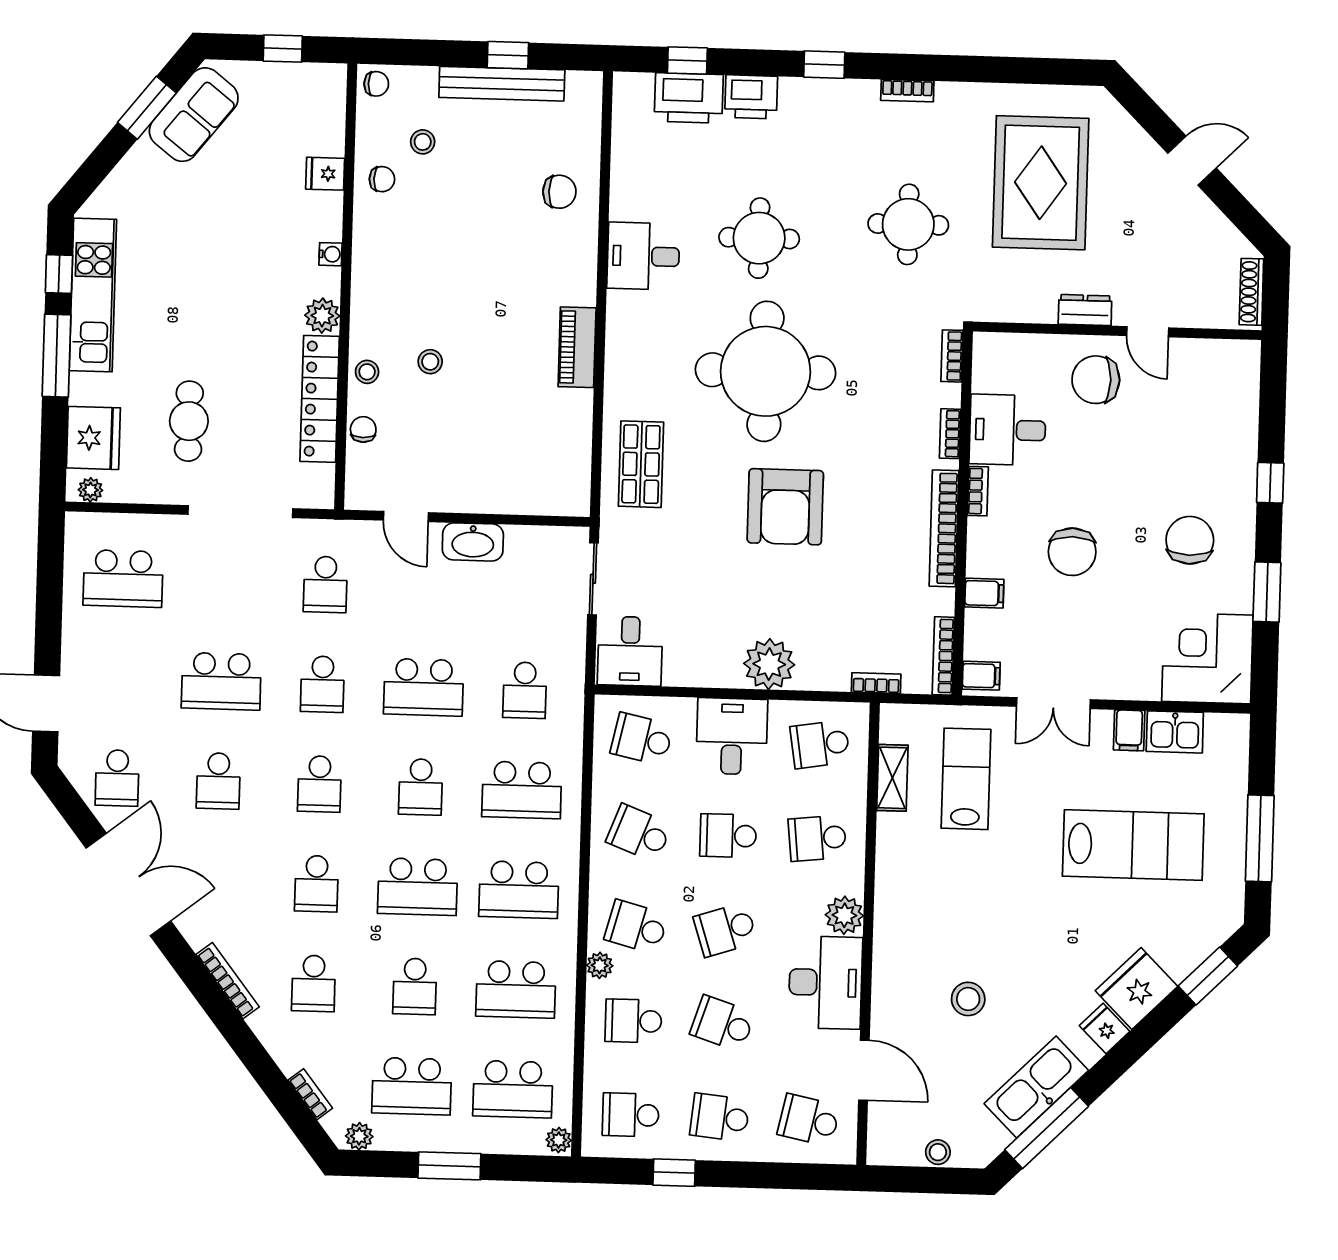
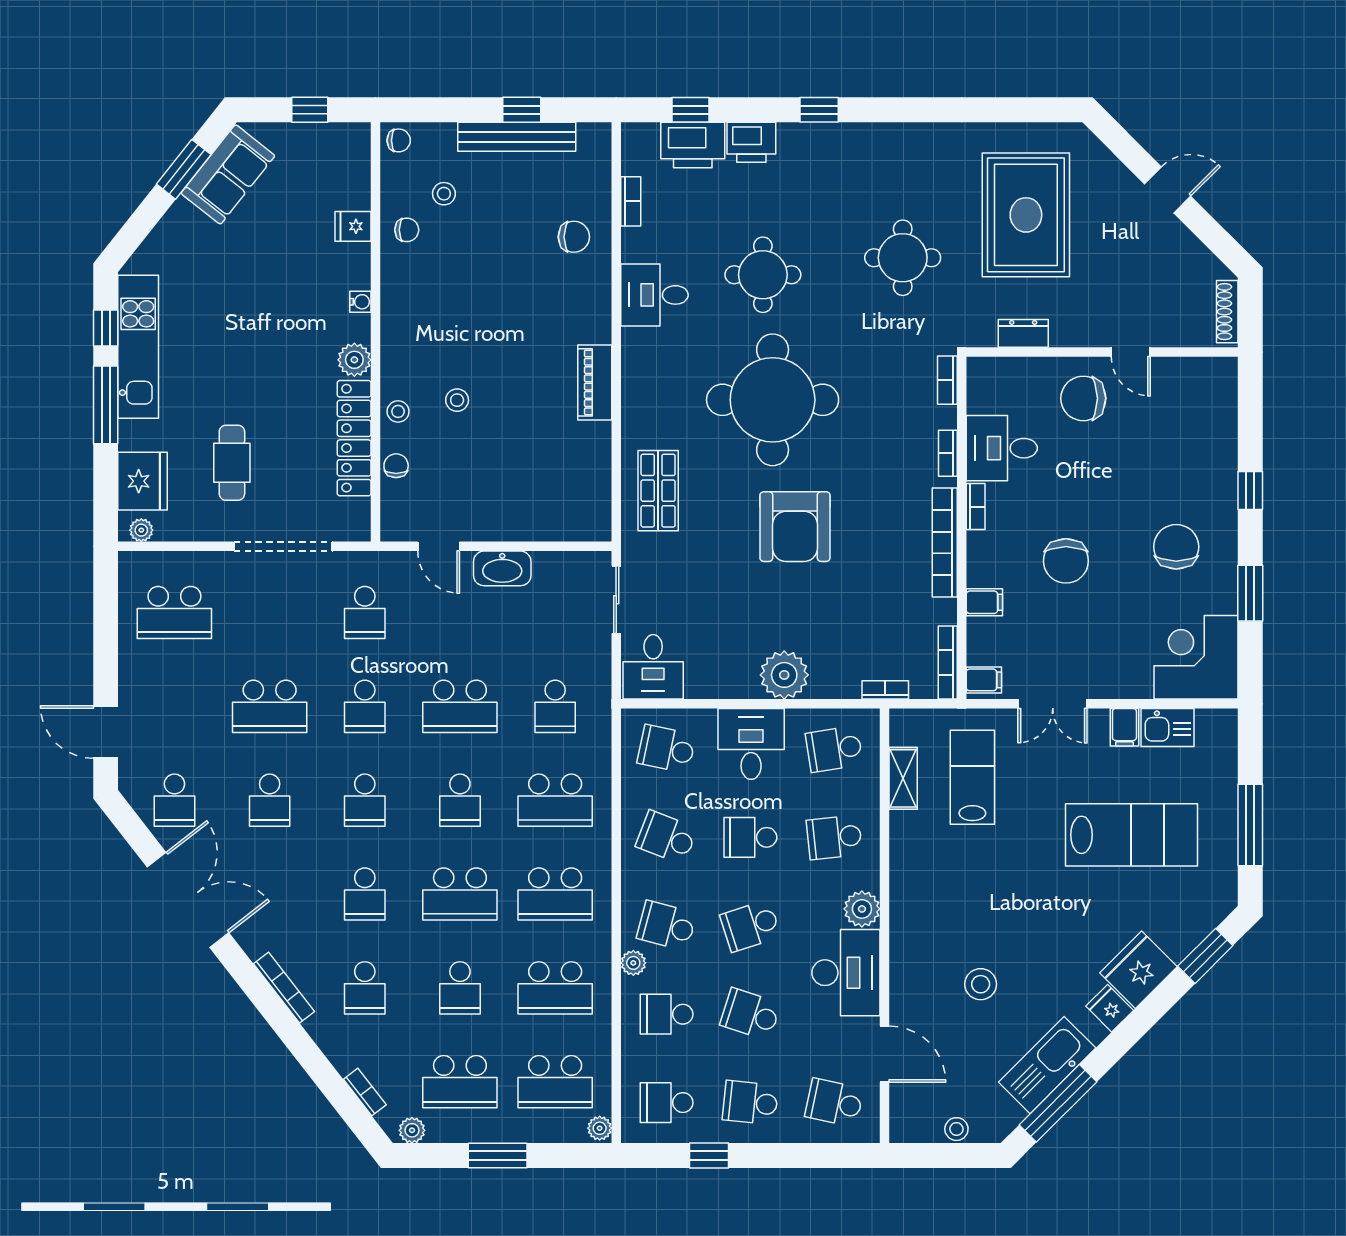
bookcase: (907, 91) -> (631, 201), moved, turned -90
dresser: (1085, 310) -> (1023, 333), moved

